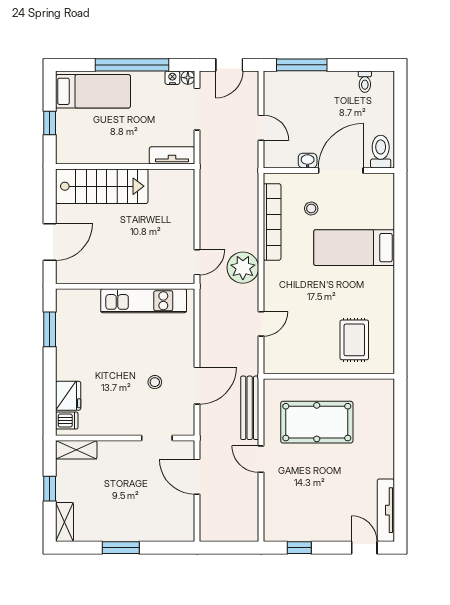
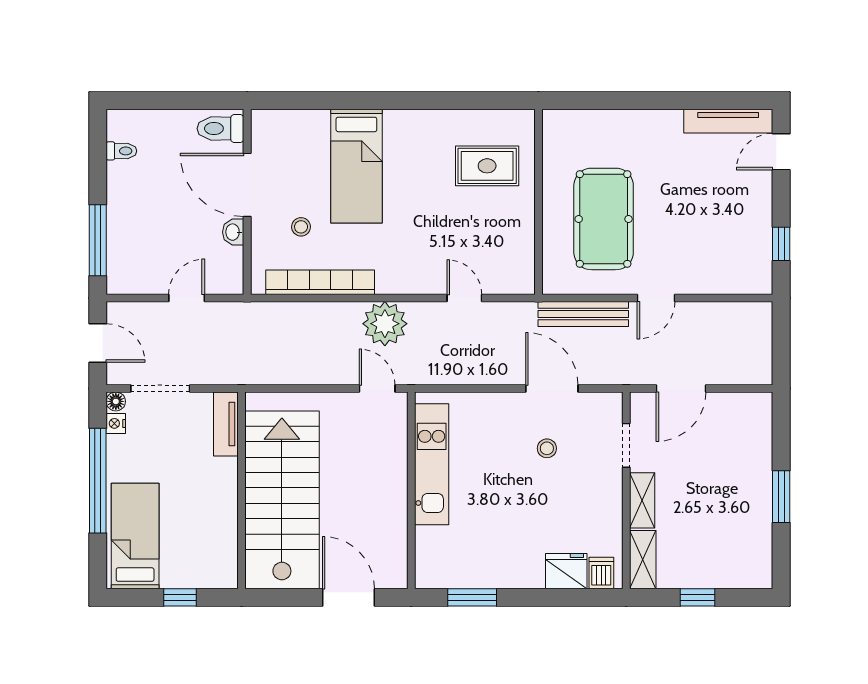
stairs: (102, 186) -> (282, 500), width x1.36, depth x1.51
shelving: (64, 522) -> (642, 500), moved, turned 90

